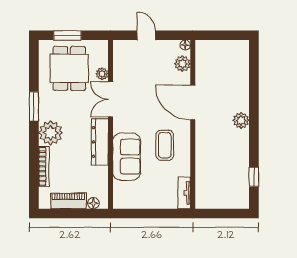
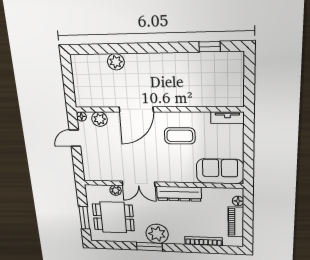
door: (146, 35) -> (75, 138), moved
plant: (241, 121) -> (116, 62), moved
plant: (51, 133) -> (157, 234), moved
sofa: (127, 157) -> (220, 171), moved

